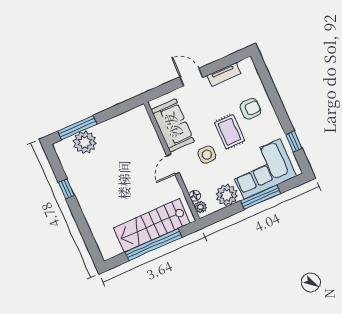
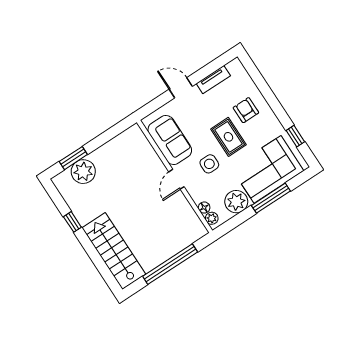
armchair: (250, 109) -> (246, 110), turned -90
window: (77, 128) -> (73, 158), width x0.69
stairs: (152, 225) -> (114, 251), moved, turned 90

